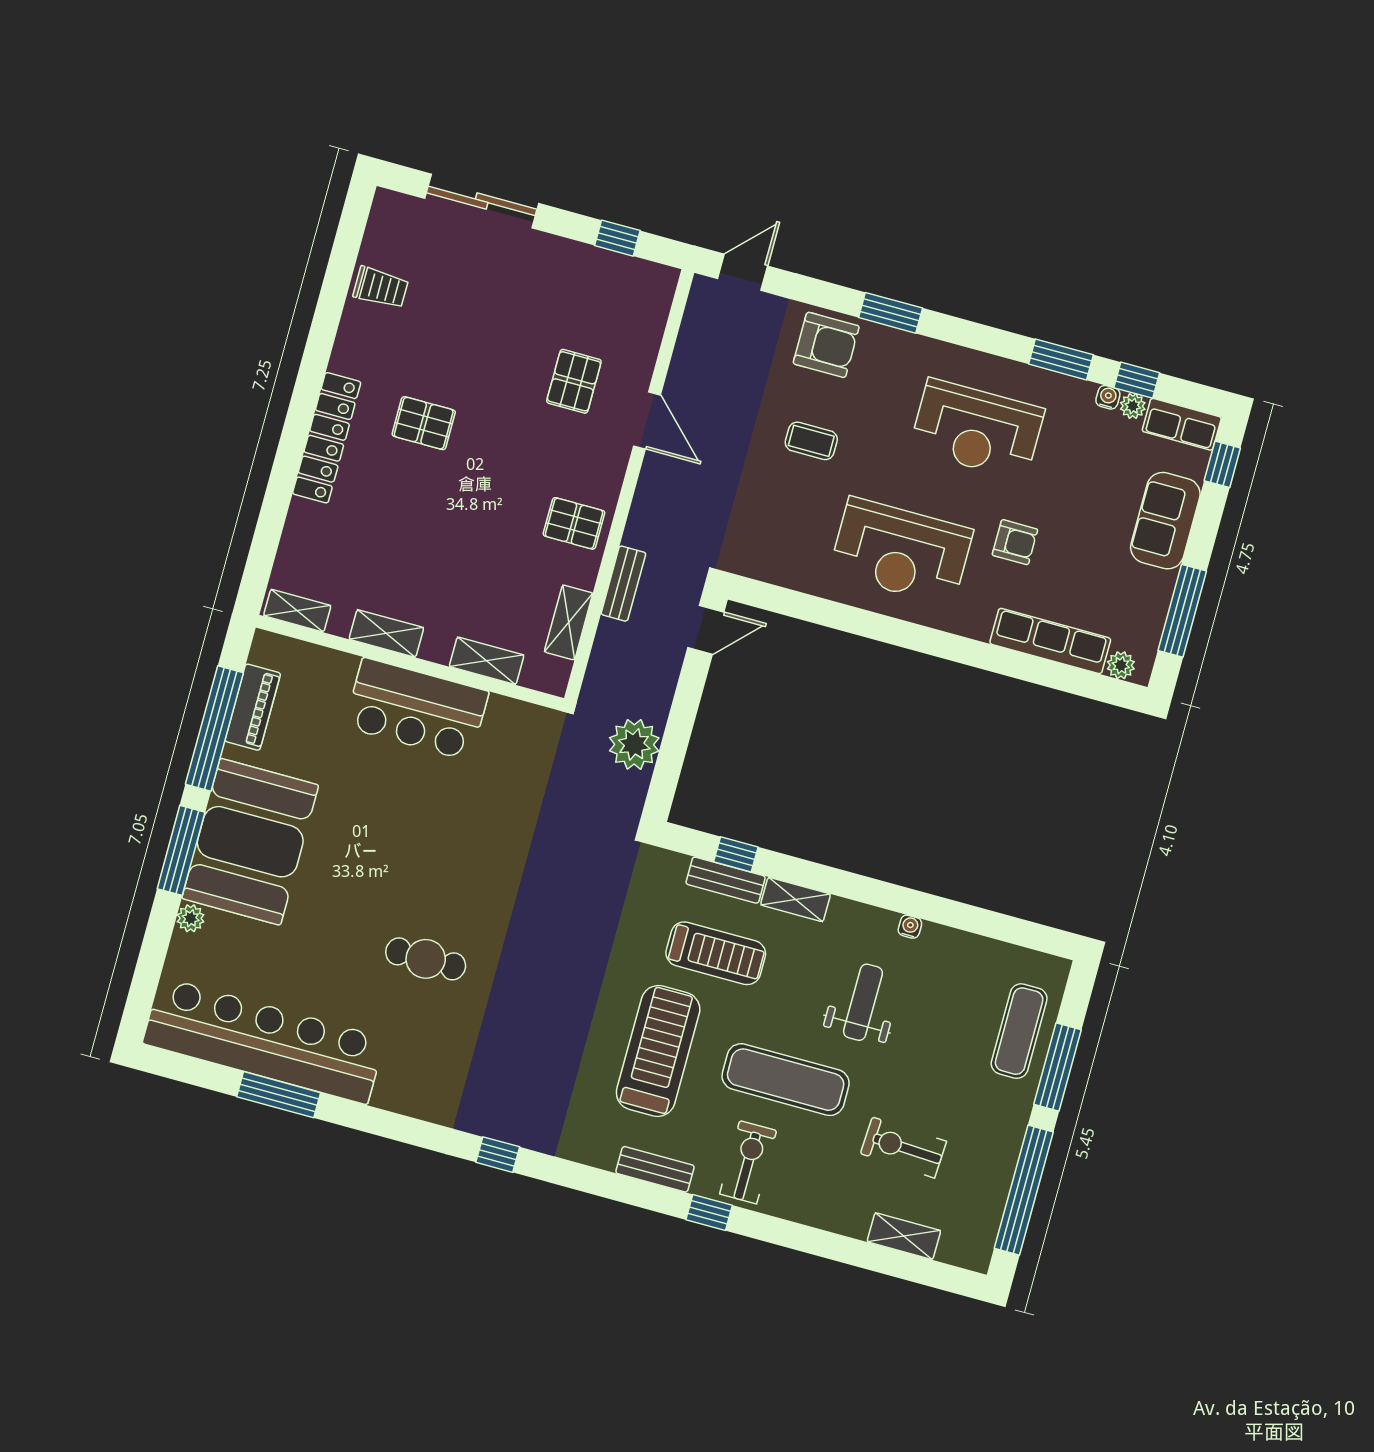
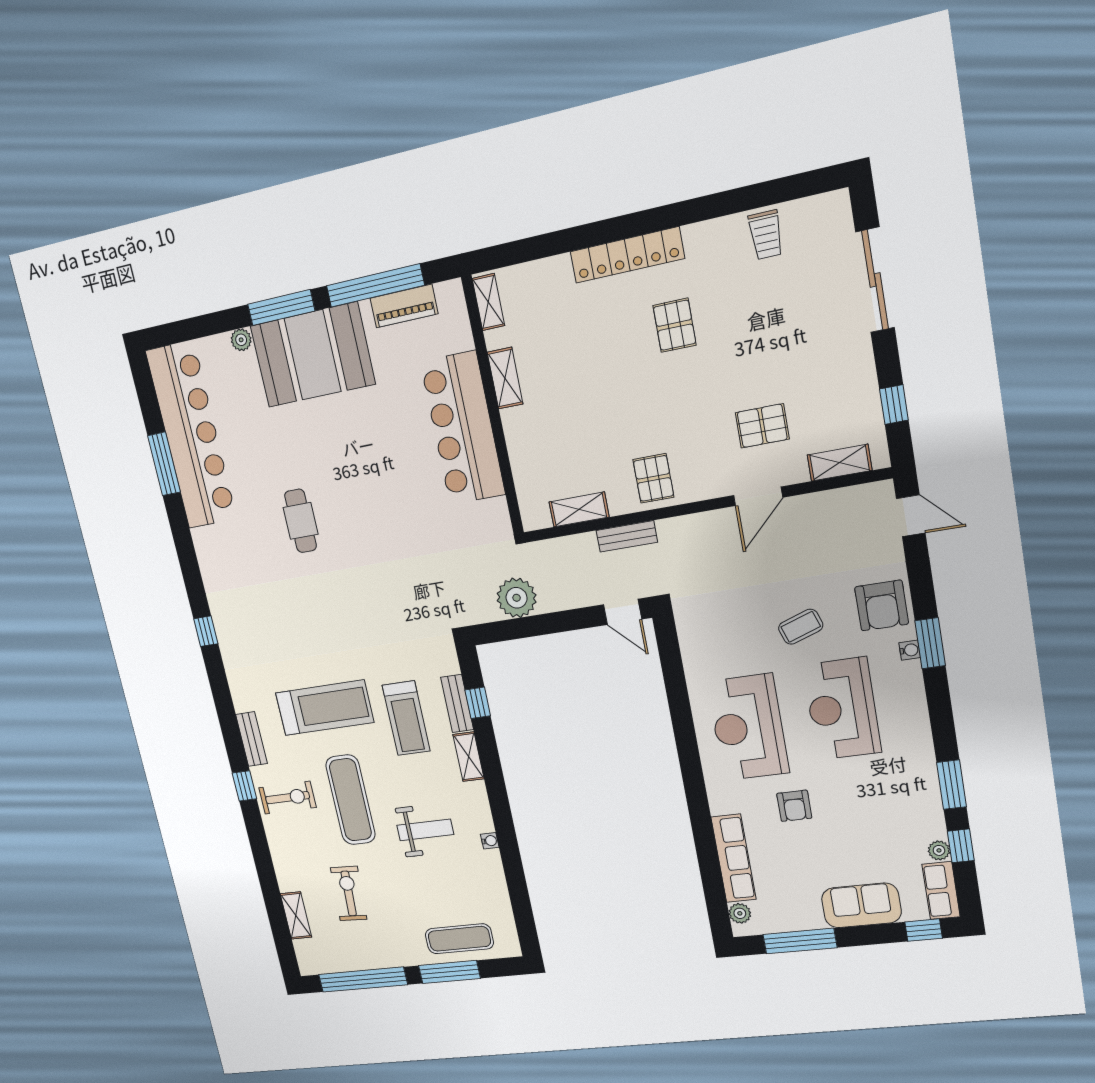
water cooler: (1108, 397) -> (910, 650), moved
reception desk: (977, 429) -> (842, 709), moved
coffee table: (811, 441) -> (801, 627), turned 71
shelving: (487, 661) -> (840, 463), moved, turned 90
bar counter: (416, 709) -> (463, 428), width x1.36

